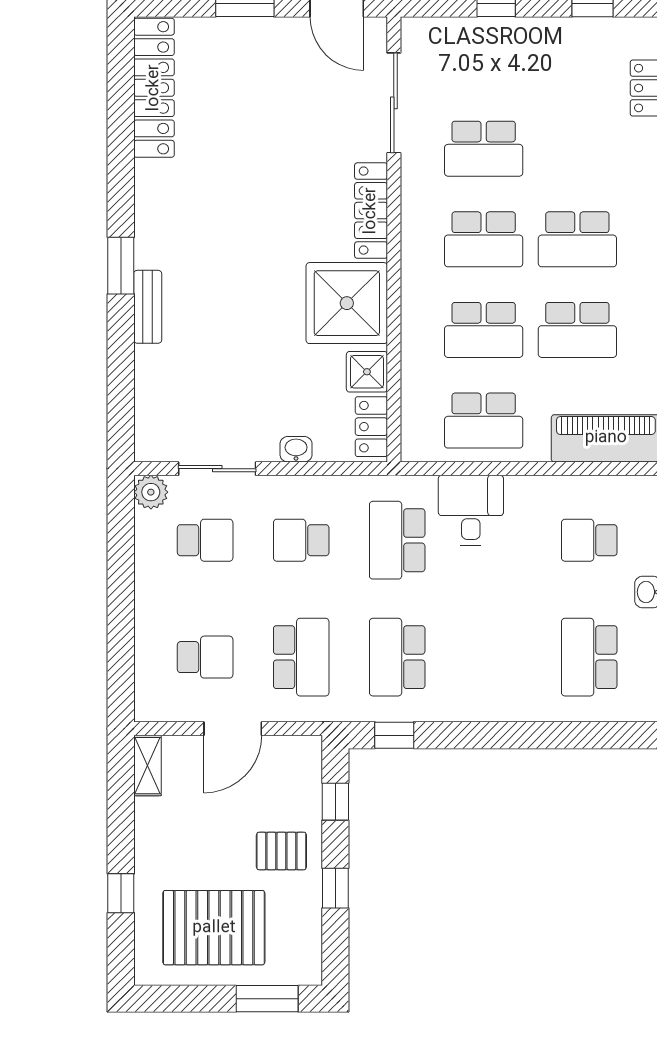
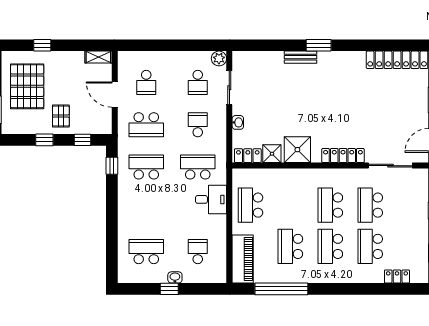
shower: (347, 303) -> (297, 150), width x0.73, depth x0.73
school desk: (484, 330) -> (370, 246), moved

